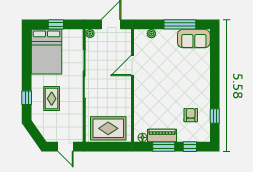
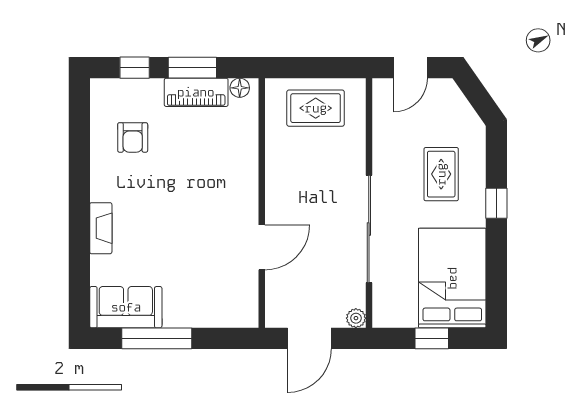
plant: (151, 34) -> (220, 318), removed
fireplace: (205, 74) -> (101, 228), added
window: (27, 98) -> (496, 203), moved
window: (215, 116) -> (79, 135), removed
rug: (108, 128) -> (316, 108), width x0.73, depth x0.70
door: (65, 147) -> (410, 68), swing flipped

